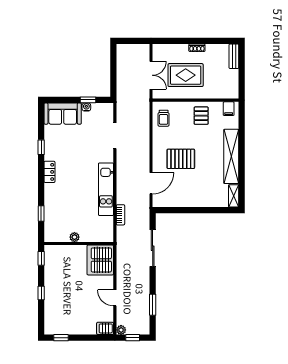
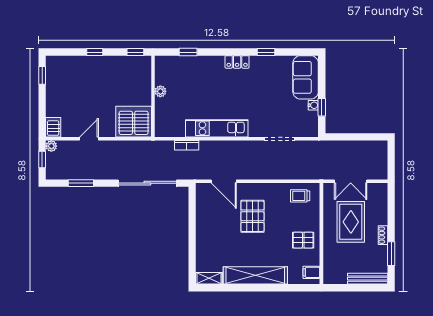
window: (213, 41) -> (391, 254), added
bench: (234, 56) -> (368, 279), width x1.36
sliding door: (153, 248) -> (147, 183), width x1.36

